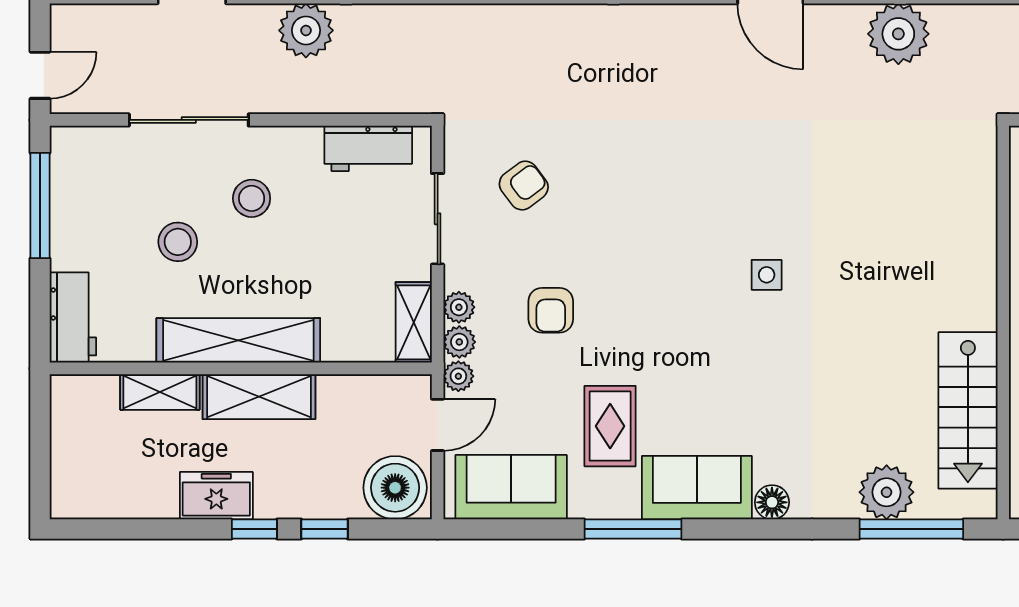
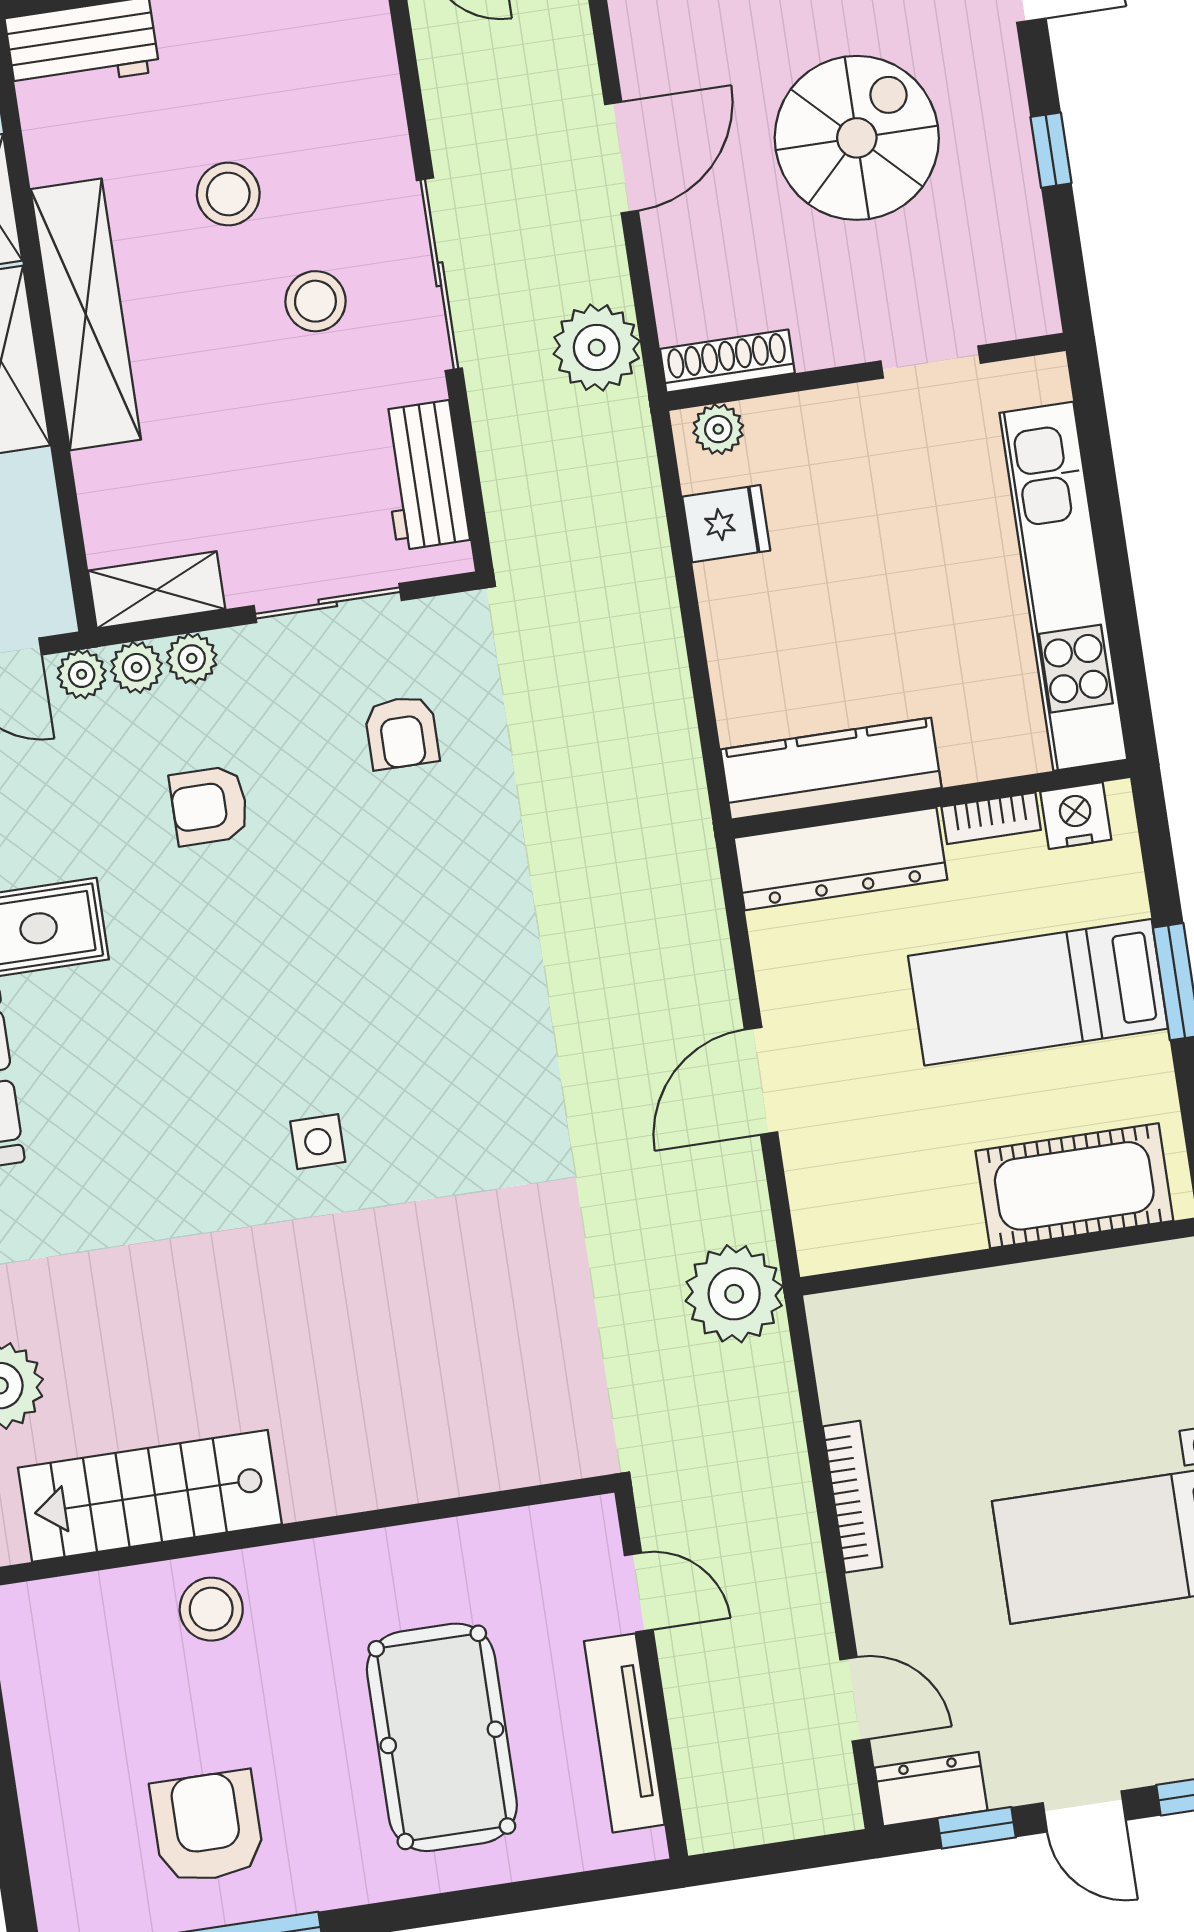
sliding door: (189, 120) -> (439, 274), moved
armchair: (524, 186) -> (402, 733), turned 37

